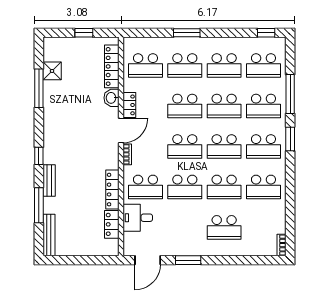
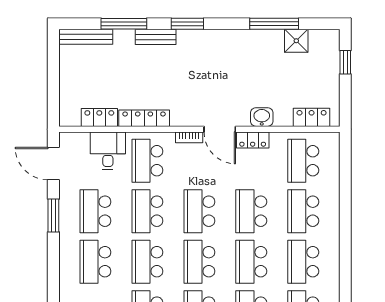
window: (84, 33) -> (345, 62), moved
window: (187, 33) -> (345, 214), removed
locker: (112, 66) -> (312, 117), width x0.66
window: (39, 156) -> (187, 24), width x1.50
school desk: (185, 227) -> (95, 211), added

